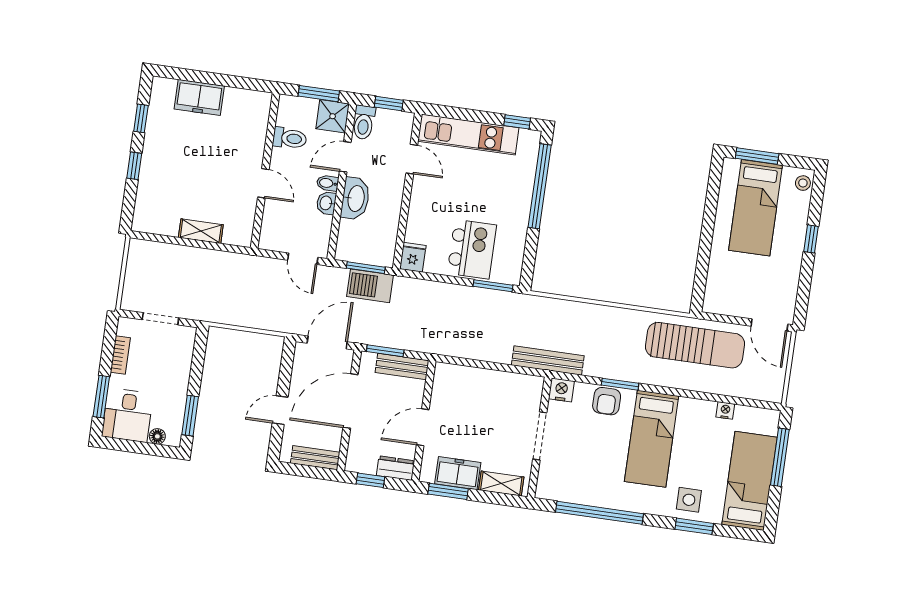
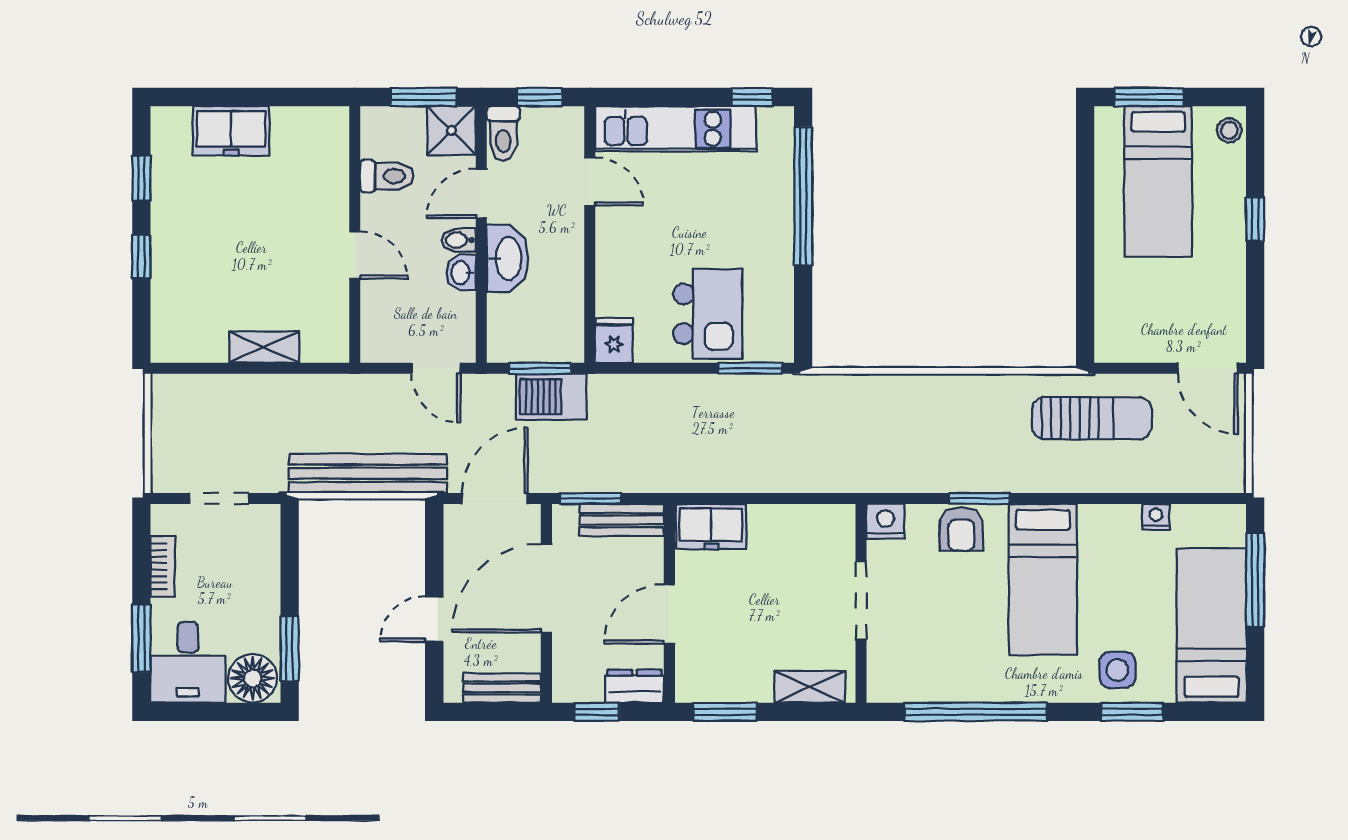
sun lounger: (695, 345) -> (1092, 418), width x0.73, depth x0.75
bench: (548, 361) -> (368, 473), moved, width x1.37, depth x1.21
floor lamp: (157, 436) -> (253, 678), width x1.89, depth x1.89
freezer: (458, 473) -> (711, 527), moved, turned 180

